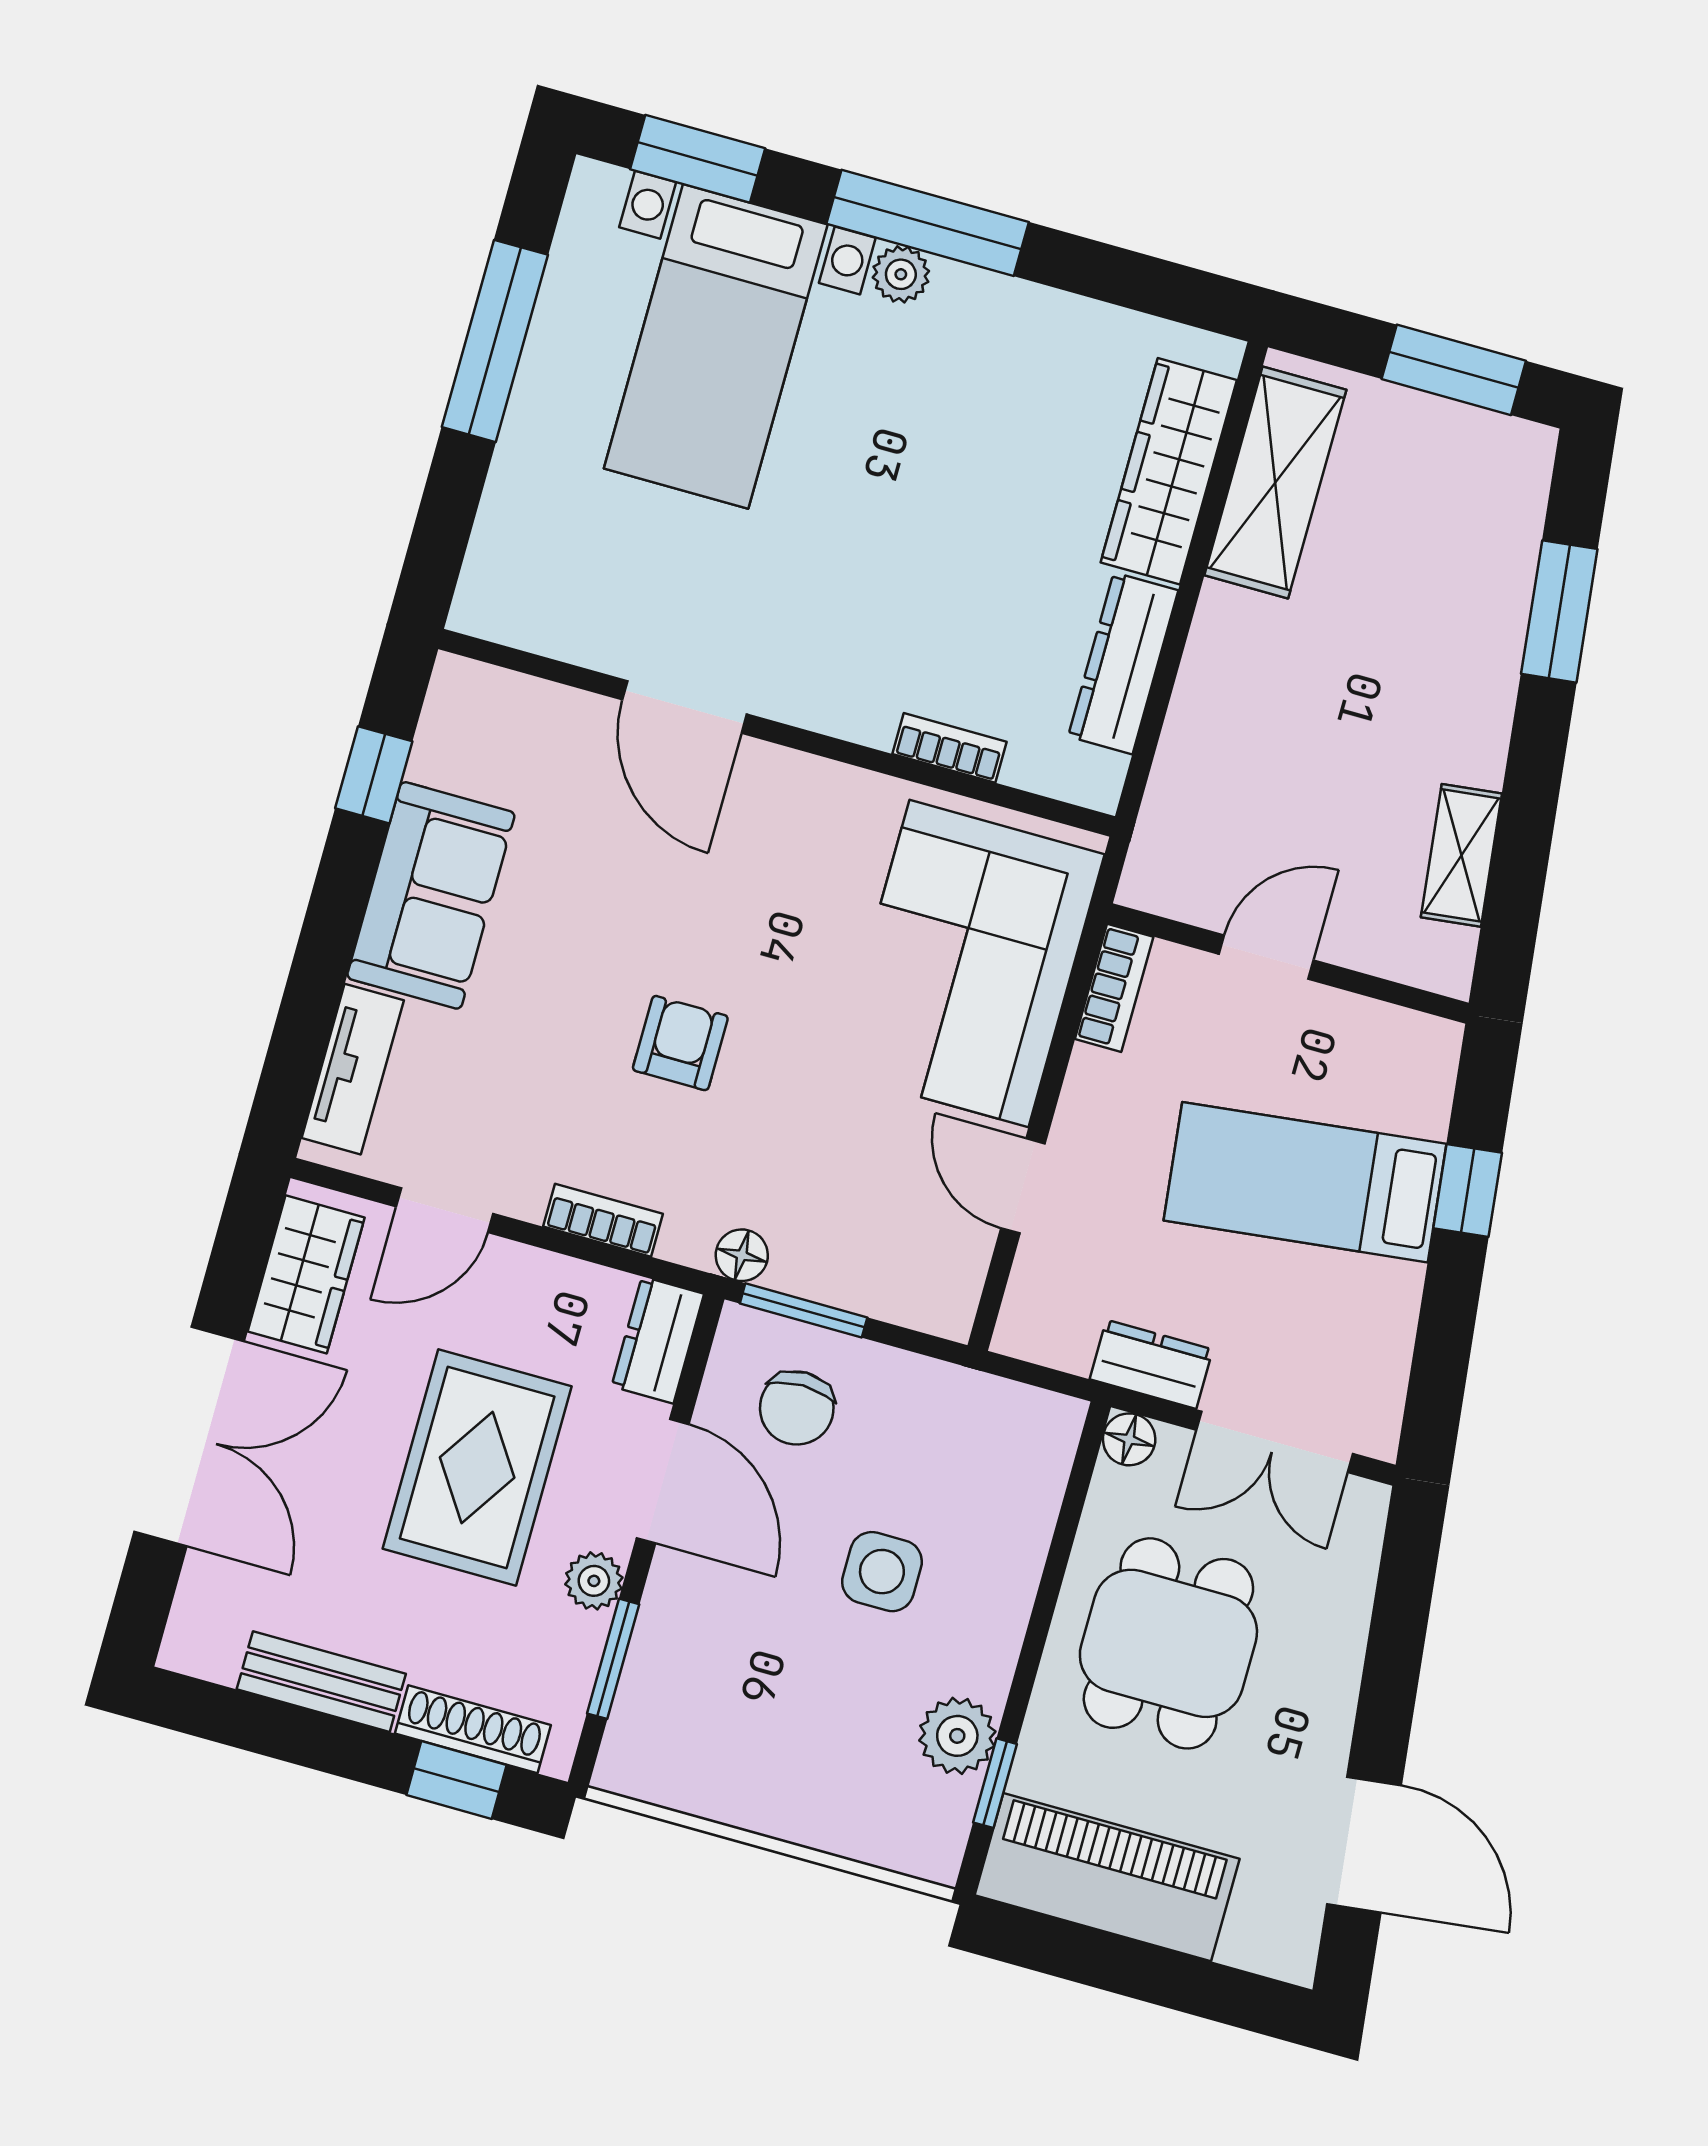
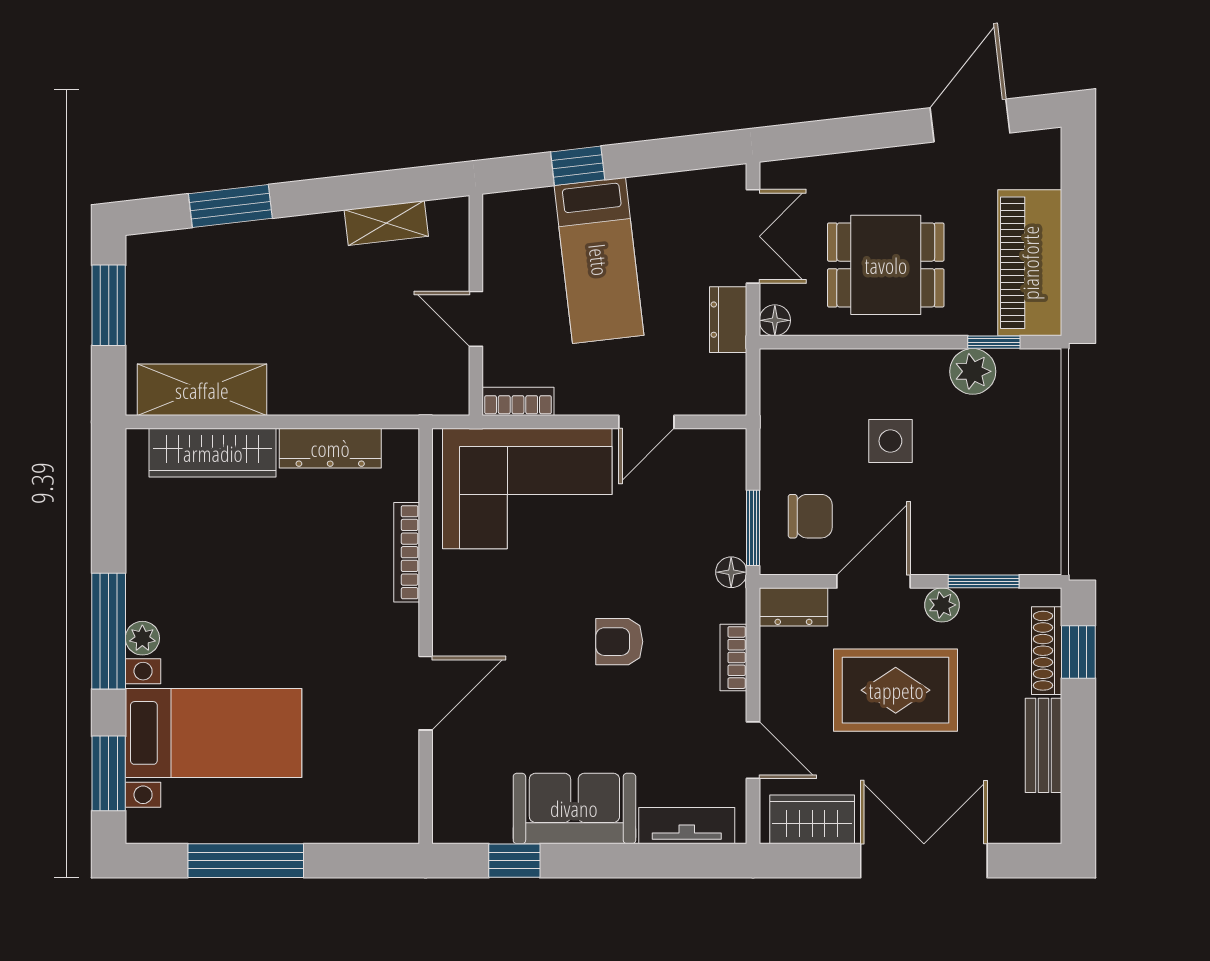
bookcase: (950, 748) -> (407, 552), width x1.56

